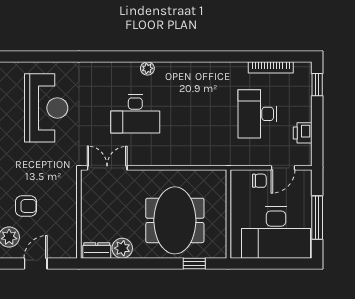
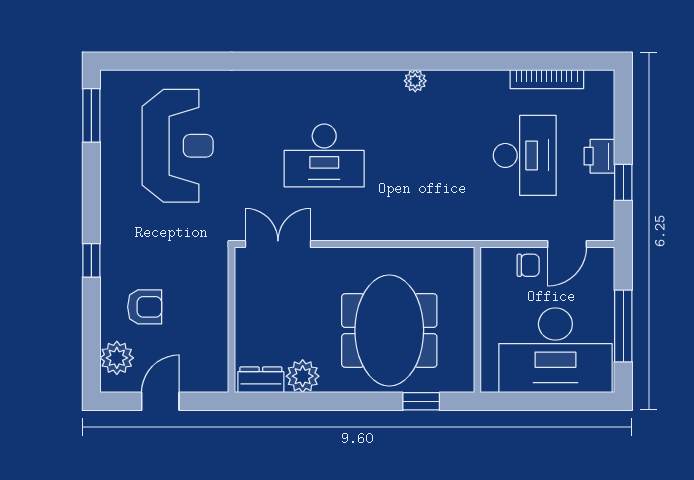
plant: (147, 68) -> (415, 81), moved
window: (317, 85) -> (623, 182), moved
desk: (257, 114) -> (525, 155), turned 180
printer: (303, 133) -> (599, 156), moved

